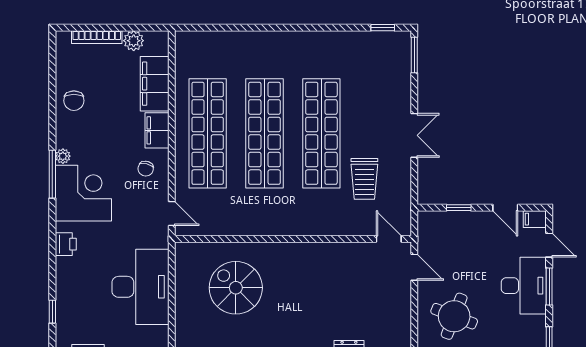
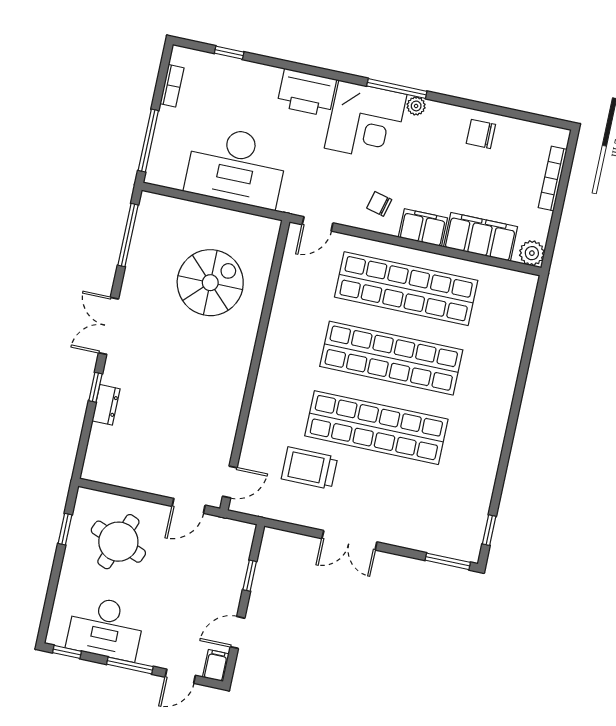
plant: (134, 41) -> (532, 253), moved
printer: (66, 244) -> (307, 93), width x1.87, depth x1.48
desk: (524, 286) -> (106, 628), moved

